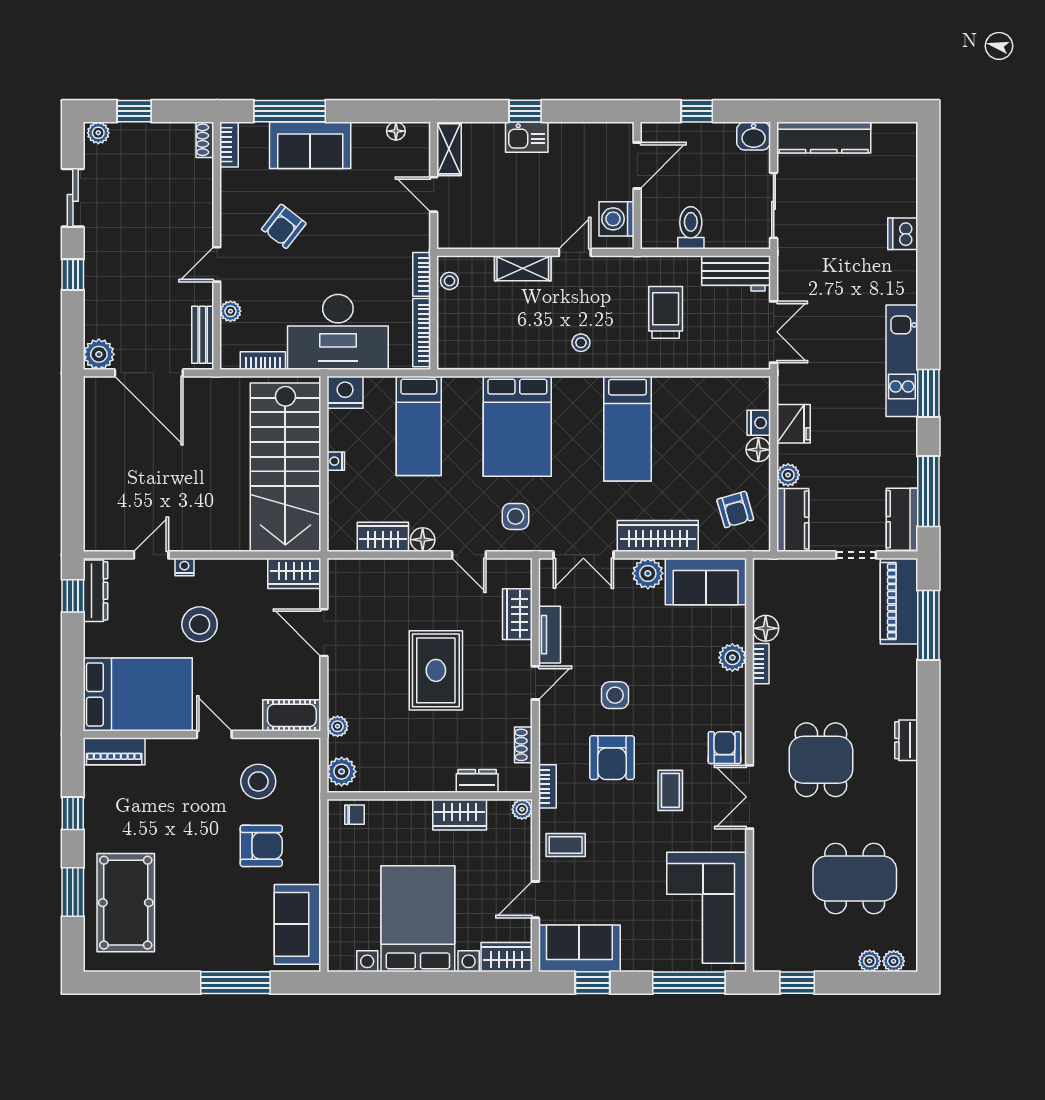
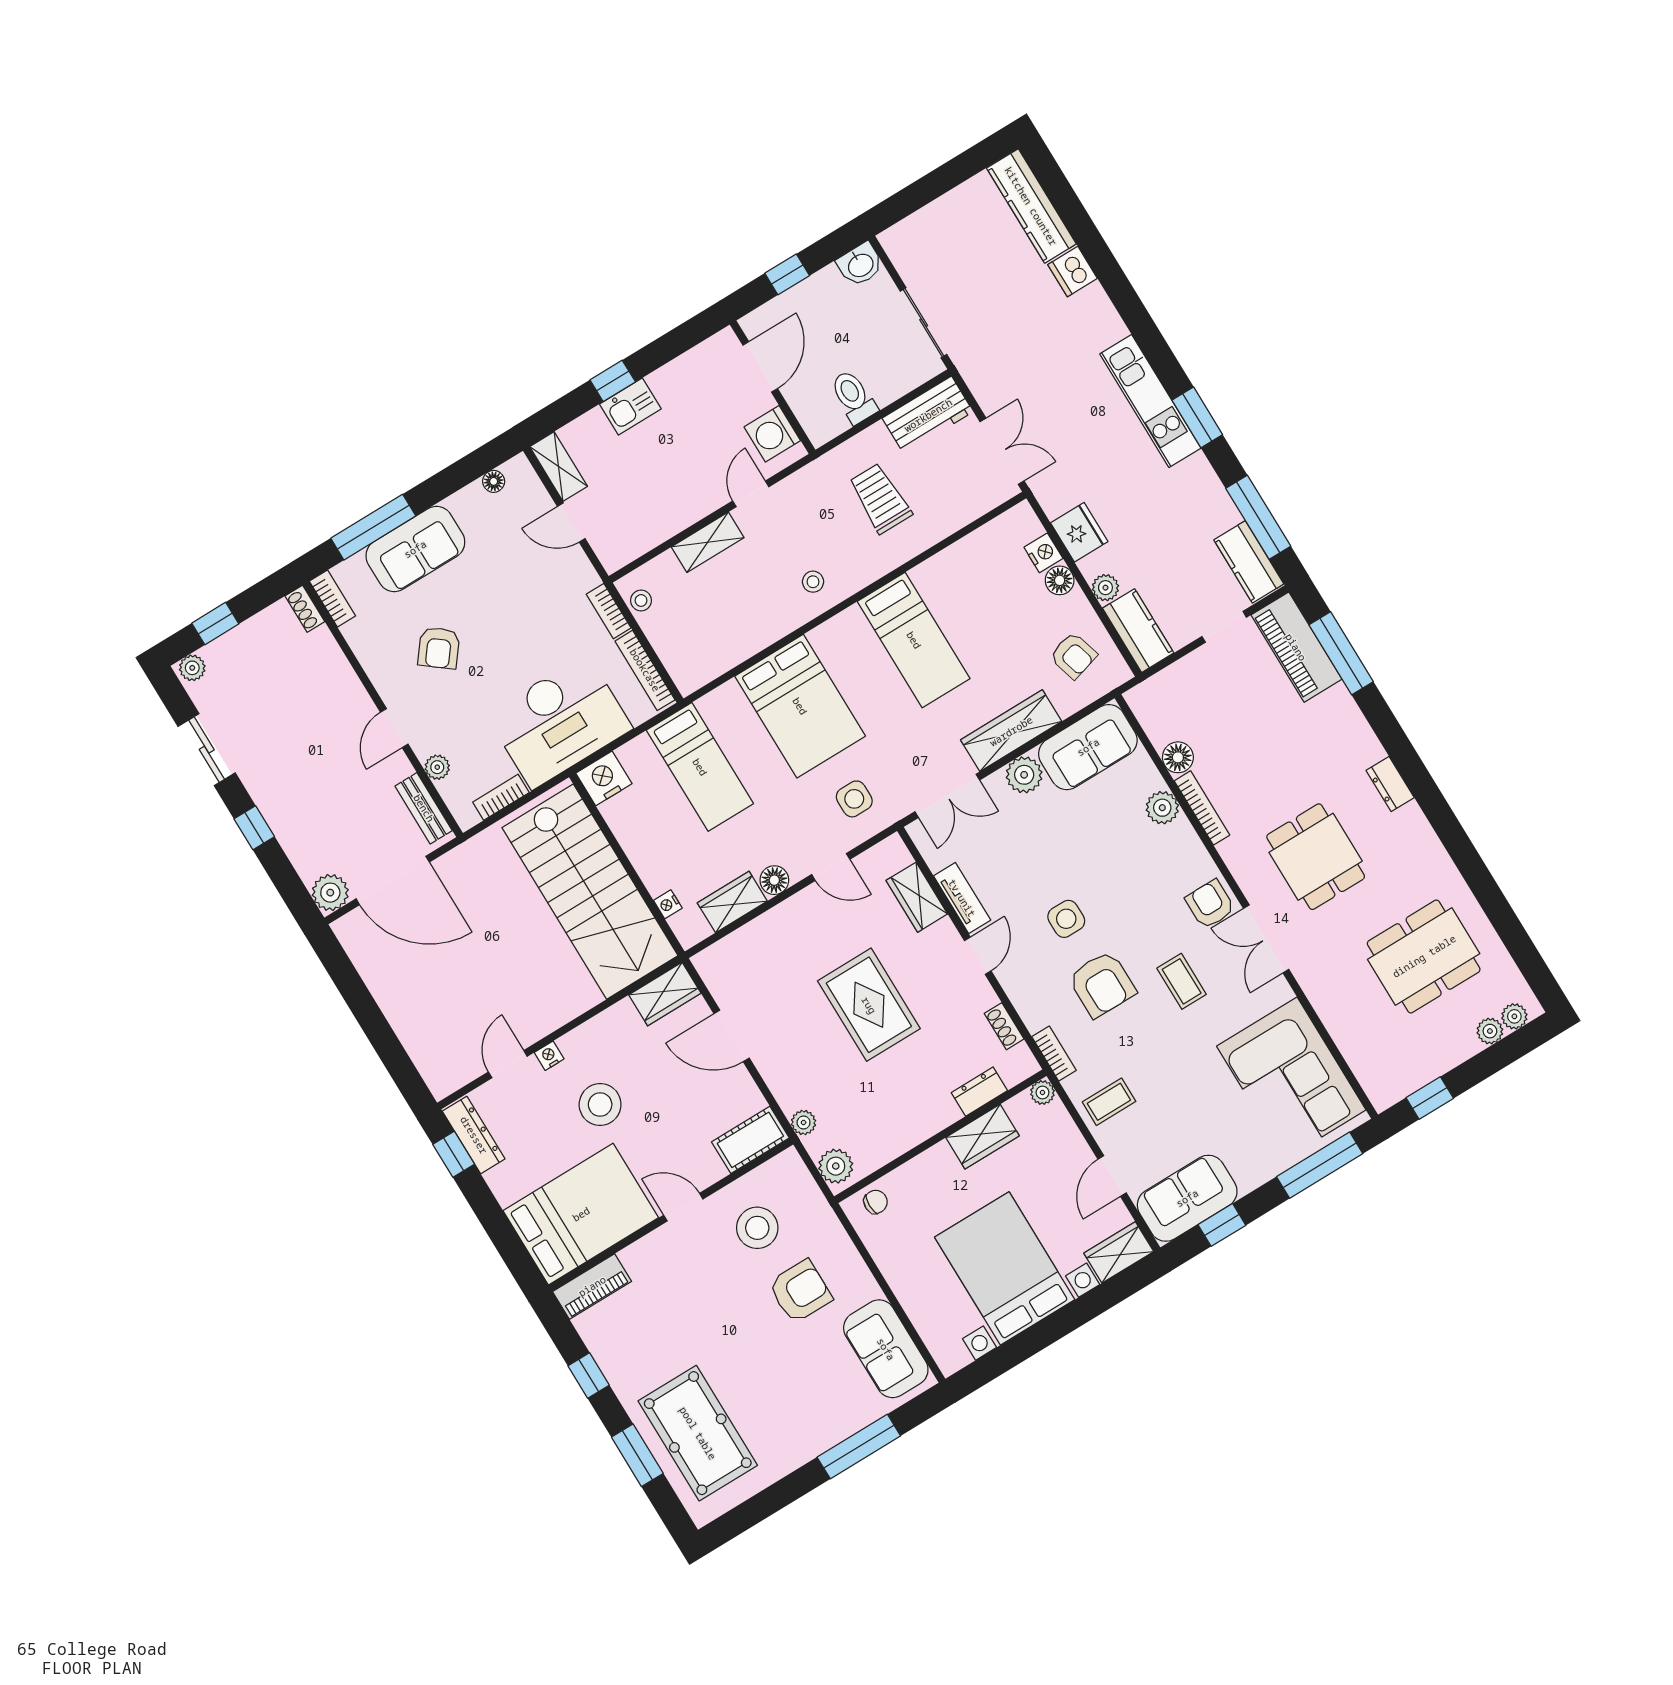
kitchen counter: (824, 137) -> (1031, 206), moved, turned 90
nightstand: (336, 461) -> (668, 904), moved
bookcase: (761, 664) -> (1202, 808), width x1.56

